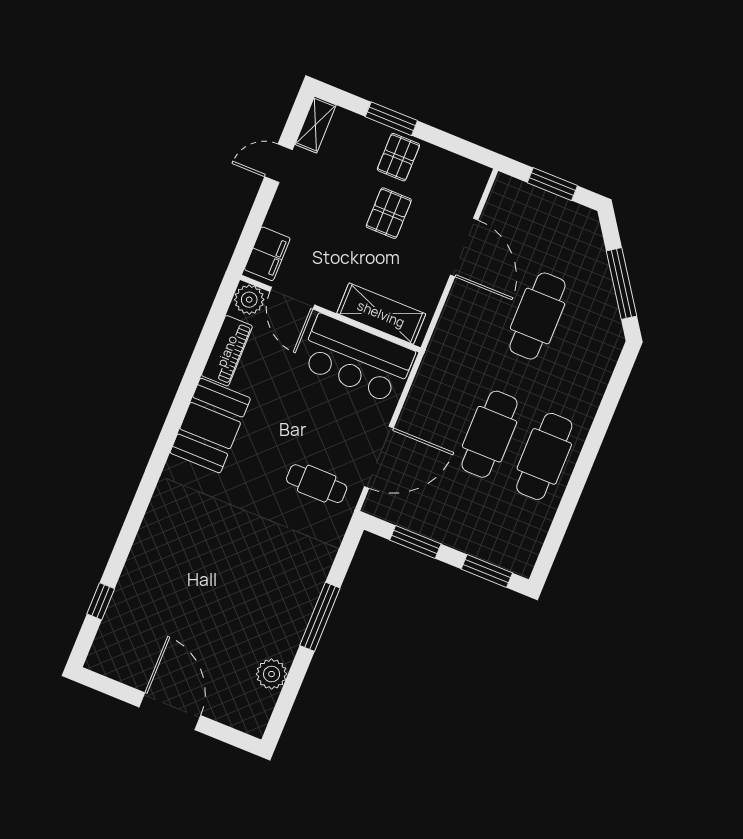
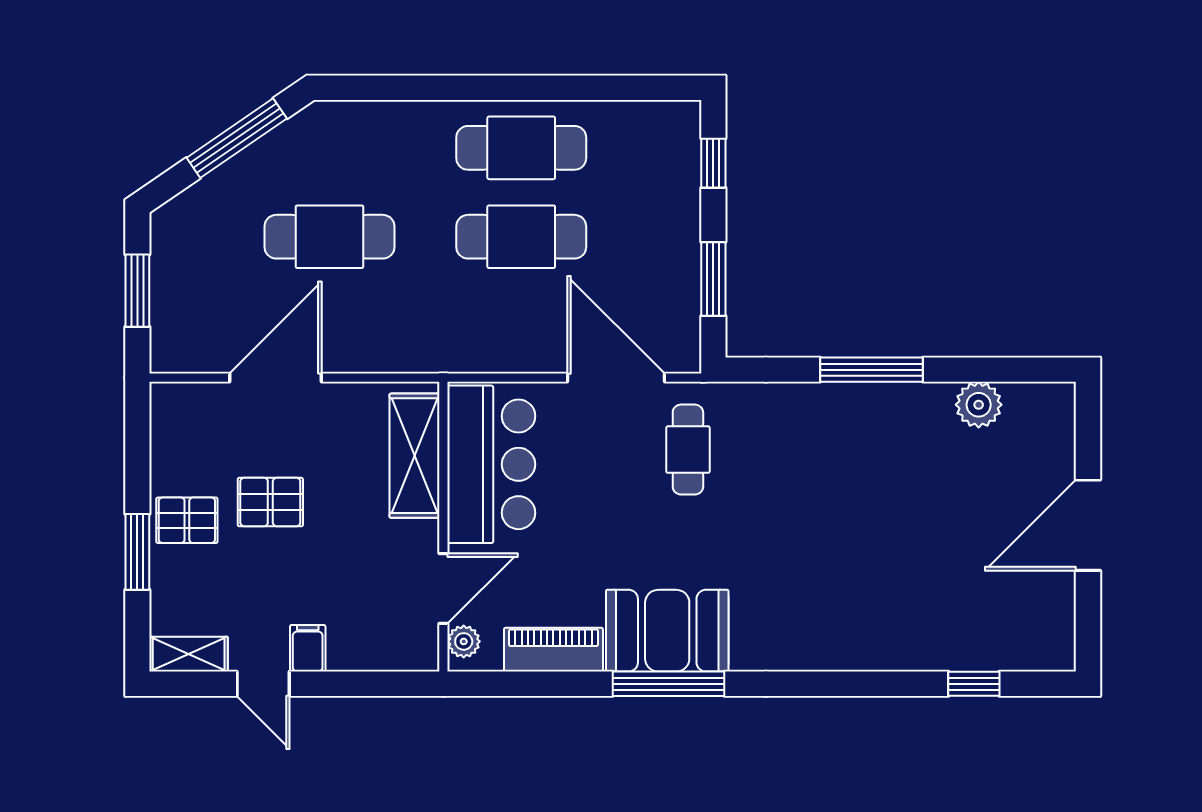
filing cabinet: (267, 254) -> (308, 648), moved, width x0.50
plant: (249, 300) -> (464, 641), width x0.73, depth x0.73
window: (177, 413) -> (668, 684), added
window: (487, 571) -> (713, 163), width x0.67

